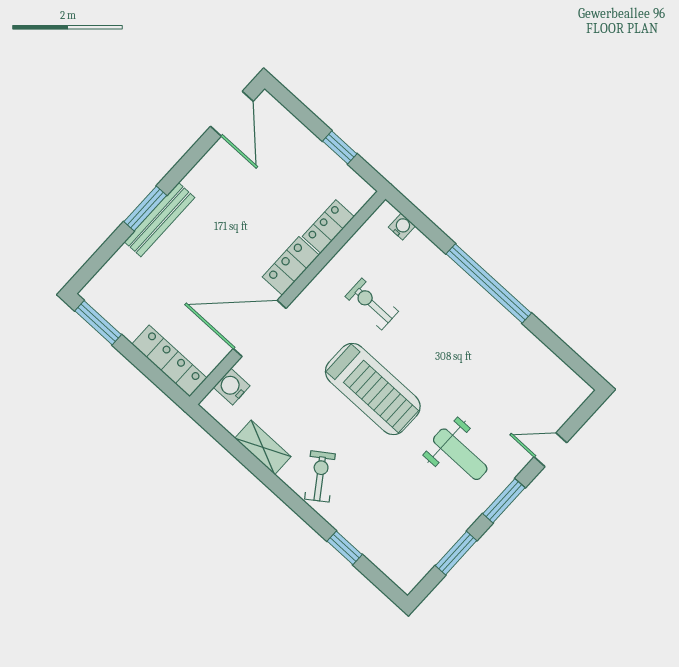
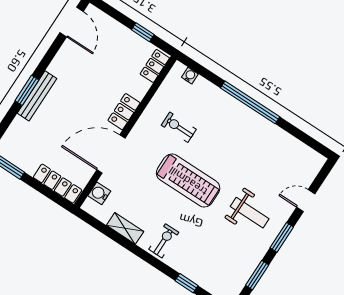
locker: (328, 226) -> (155, 66), moved
exercise bike: (320, 476) -> (164, 241), turned 35

